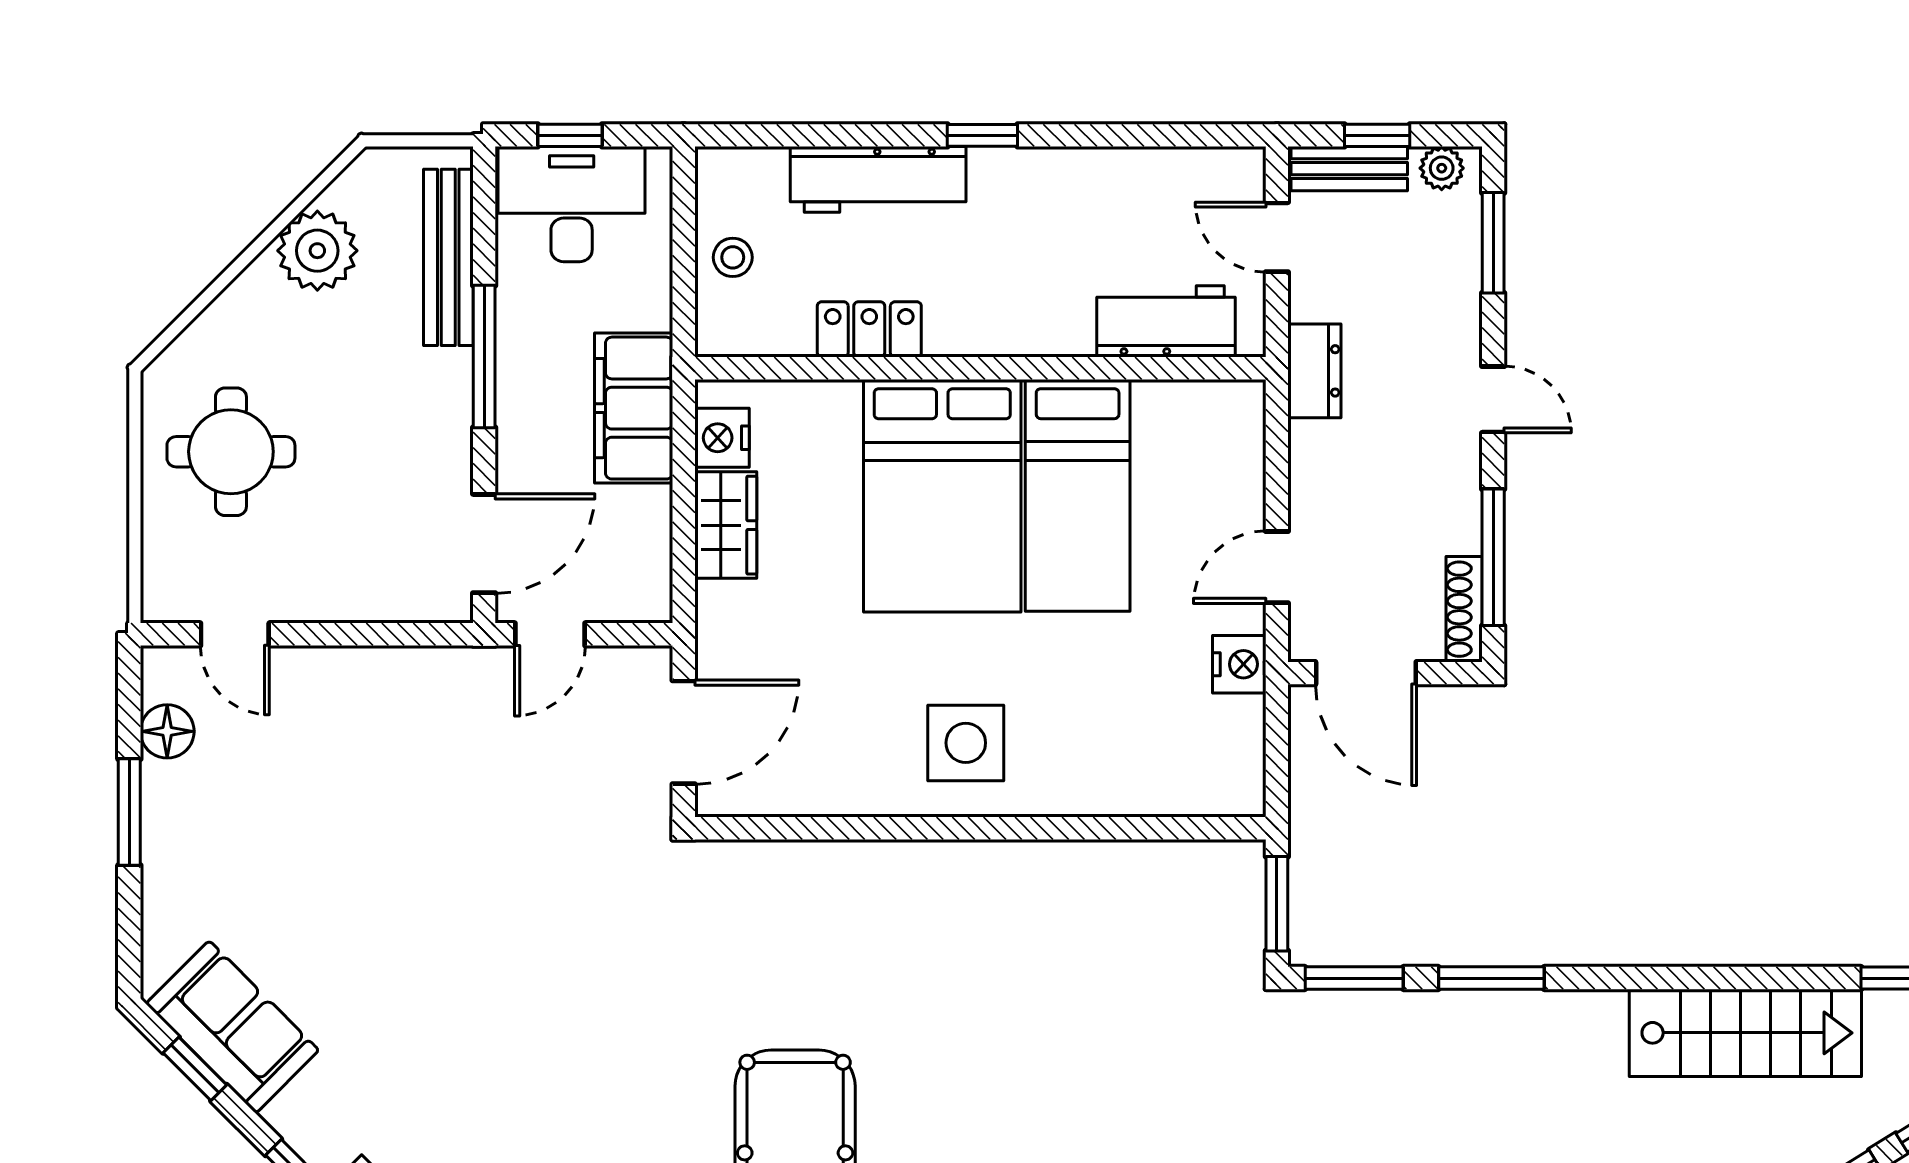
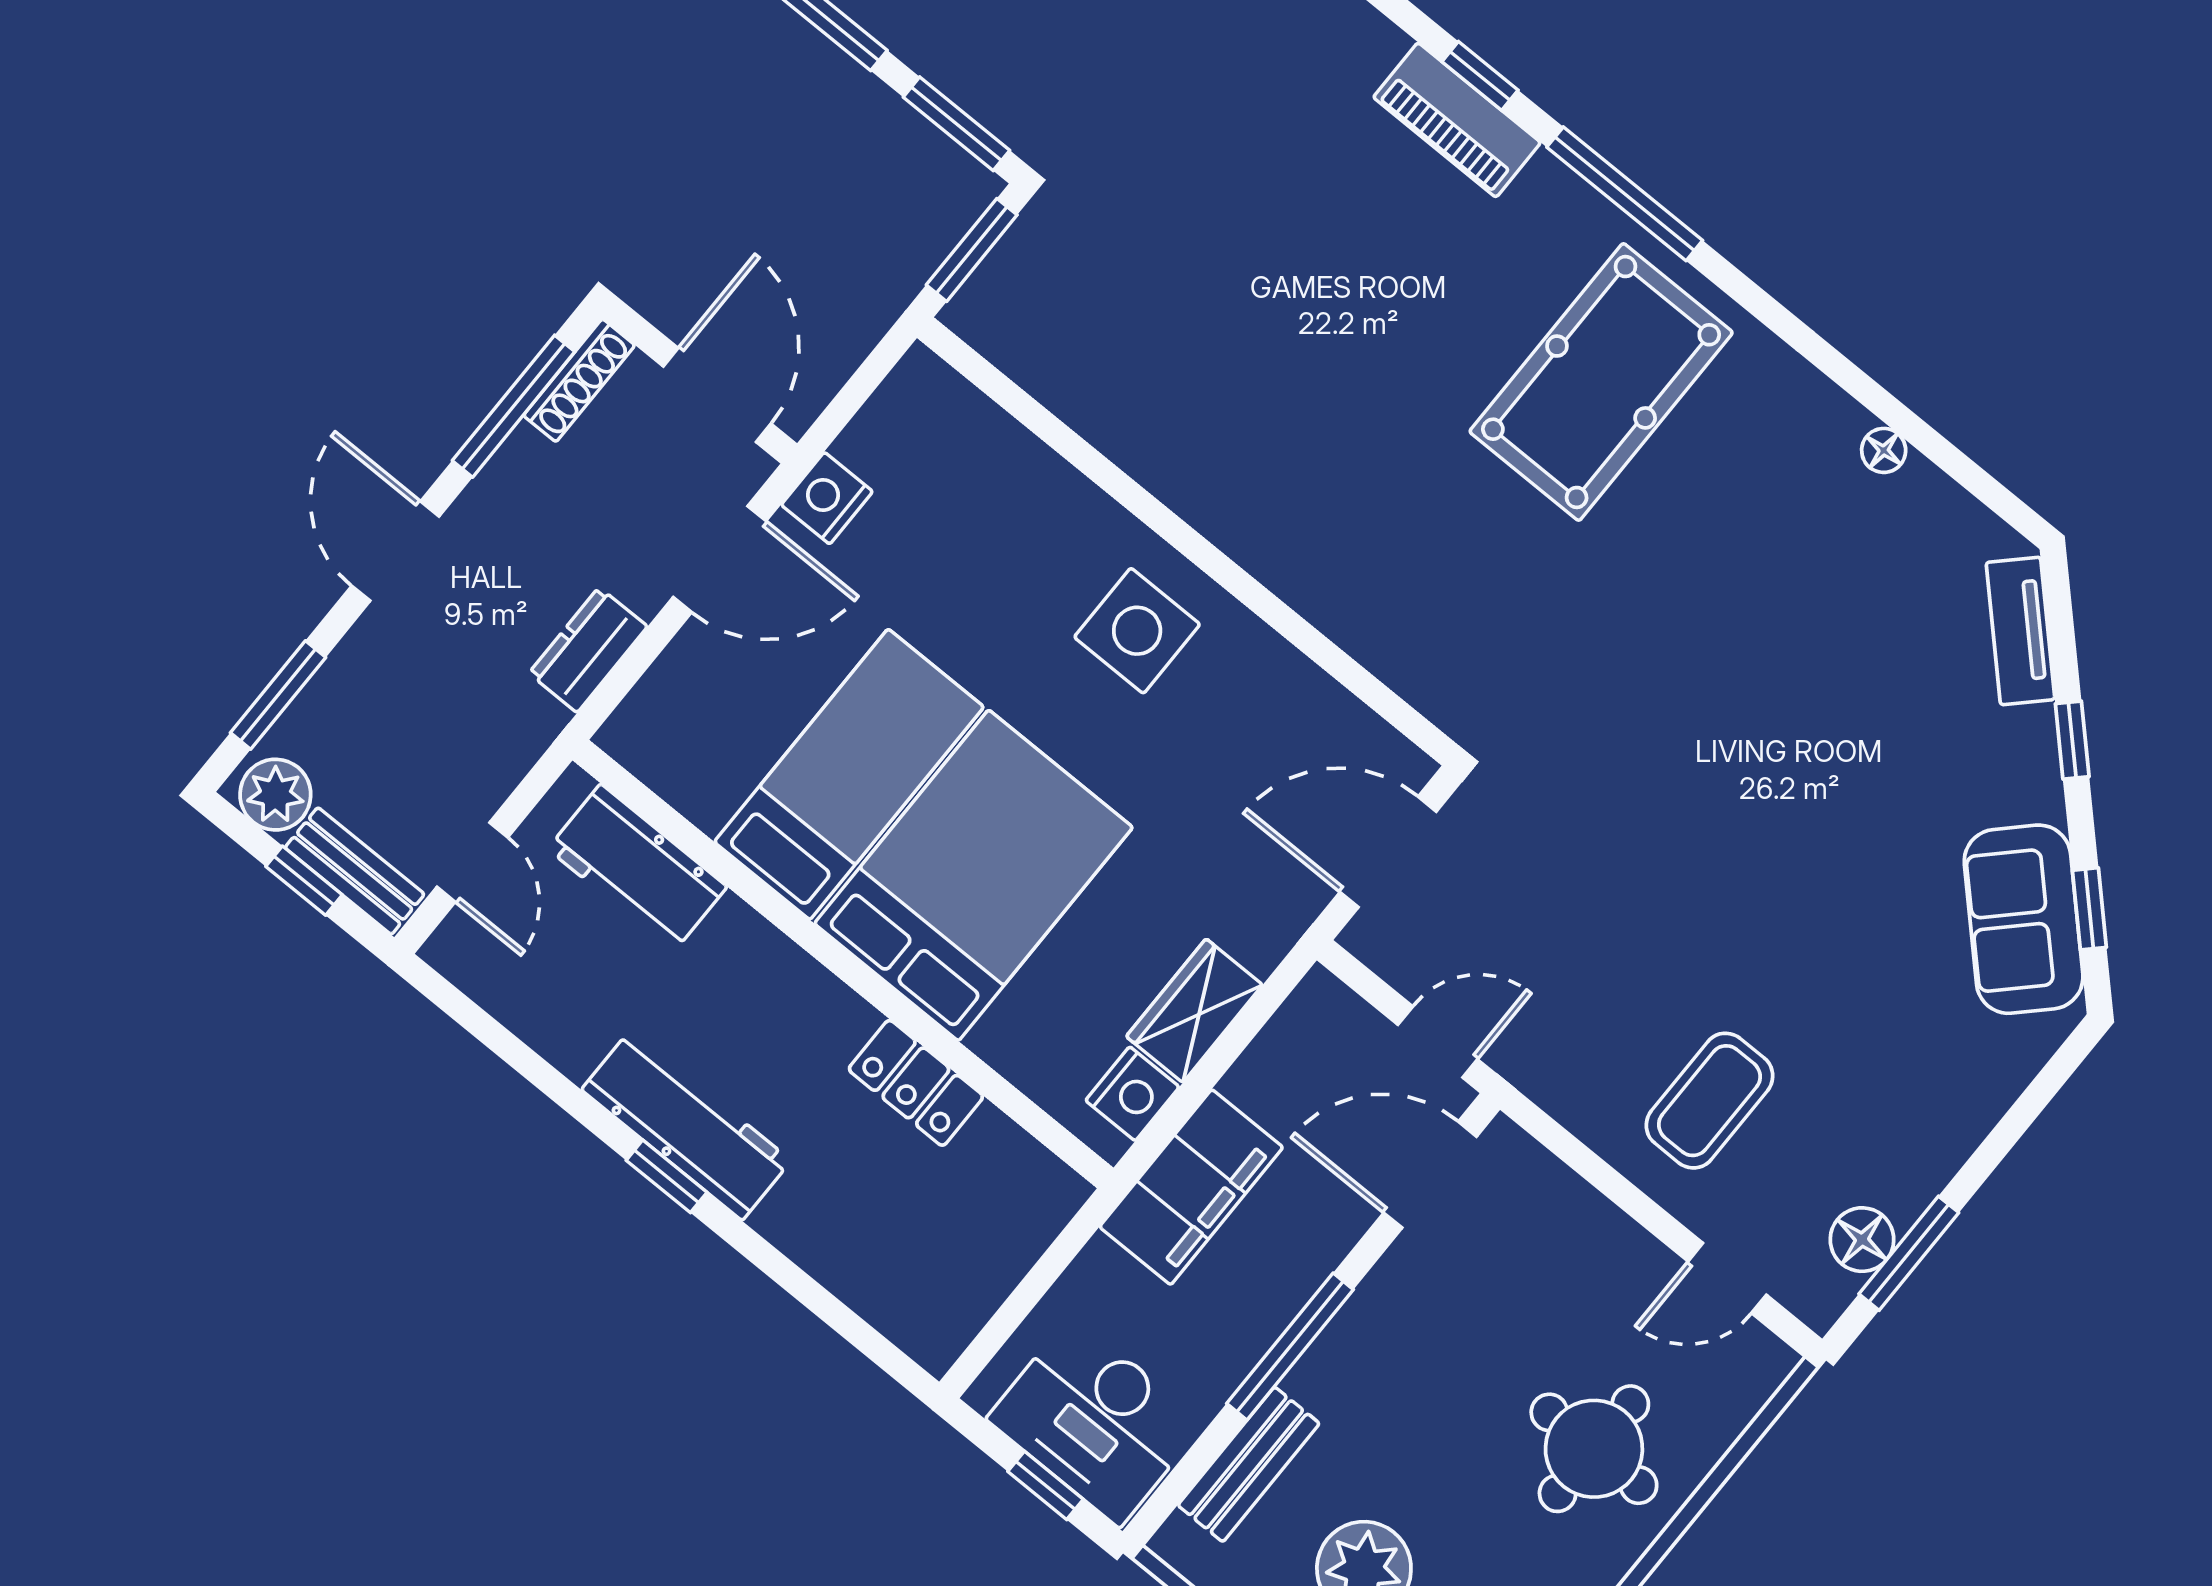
plant: (1442, 168) -> (275, 795), width x1.38, depth x1.38
workbench: (878, 179) -> (686, 1125), moved
bench: (448, 257) -> (1249, 1464), width x0.73
stool: (733, 257) -> (987, 1251), removed
dresser: (1314, 371) -> (588, 650), moved
door: (1493, 399) -> (395, 551), width x1.37
door: (1277, 567) -> (720, 559), width x1.38
door: (235, 634) -> (1727, 1278), swing flipped
coffee table: (341, 741) -> (1709, 1101), added
window: (129, 812) -> (1909, 1253), moved

